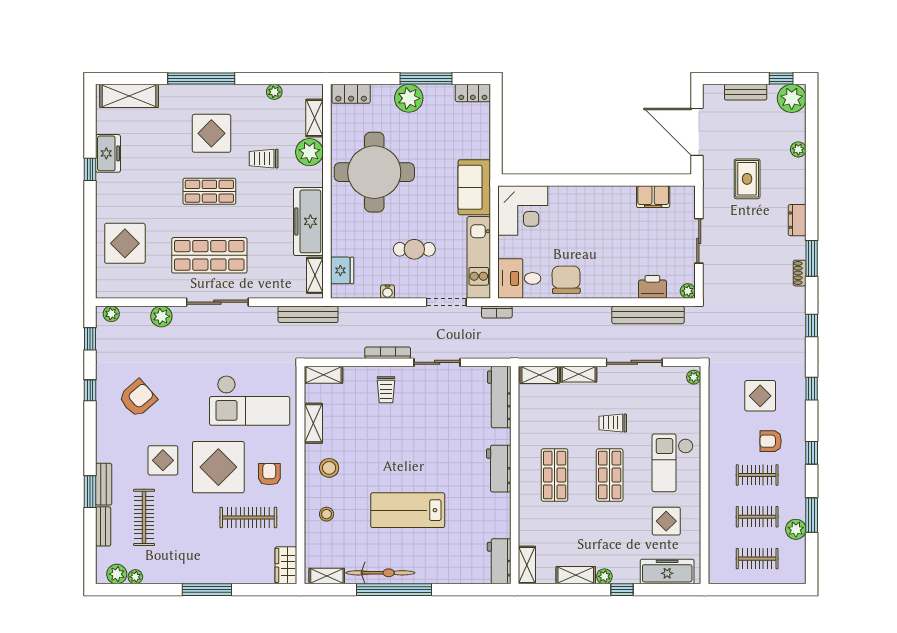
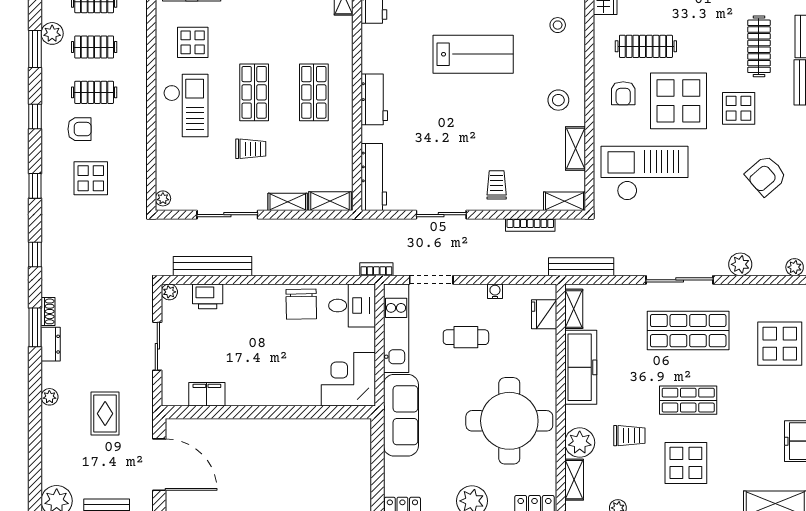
plant: (798, 149) -> (49, 397), moved
sofa: (474, 187) -> (401, 415), width x1.36
dresser: (797, 220) -> (51, 344), moved
bookcase: (388, 353) -> (530, 225), moved
stool: (327, 514) -> (558, 25), moved

